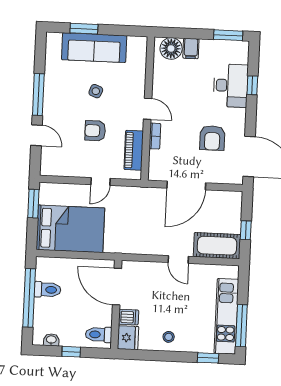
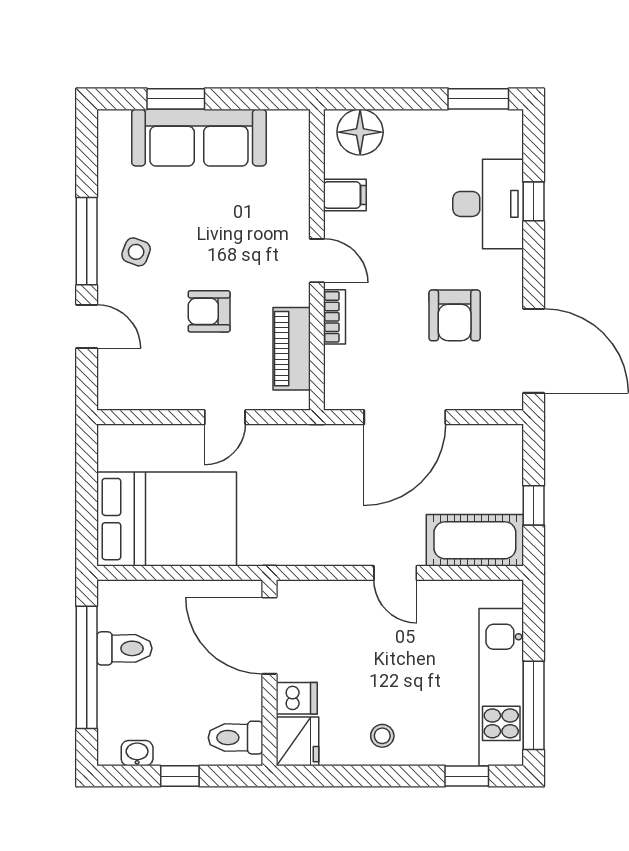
filing cabinet: (191, 48) -> (345, 195), moved, turned -90
side table: (96, 91) -> (136, 252), moved
window: (33, 204) -> (87, 470), removed

